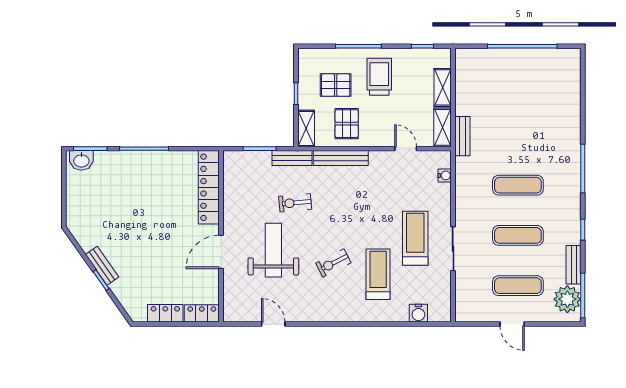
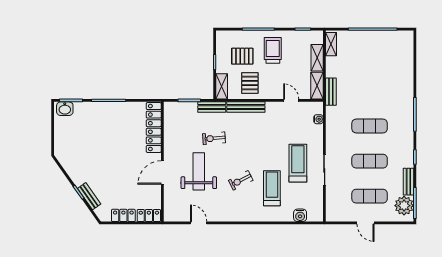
shelving: (463, 68) -> (331, 44), added
bench: (102, 266) -> (89, 196), moved

